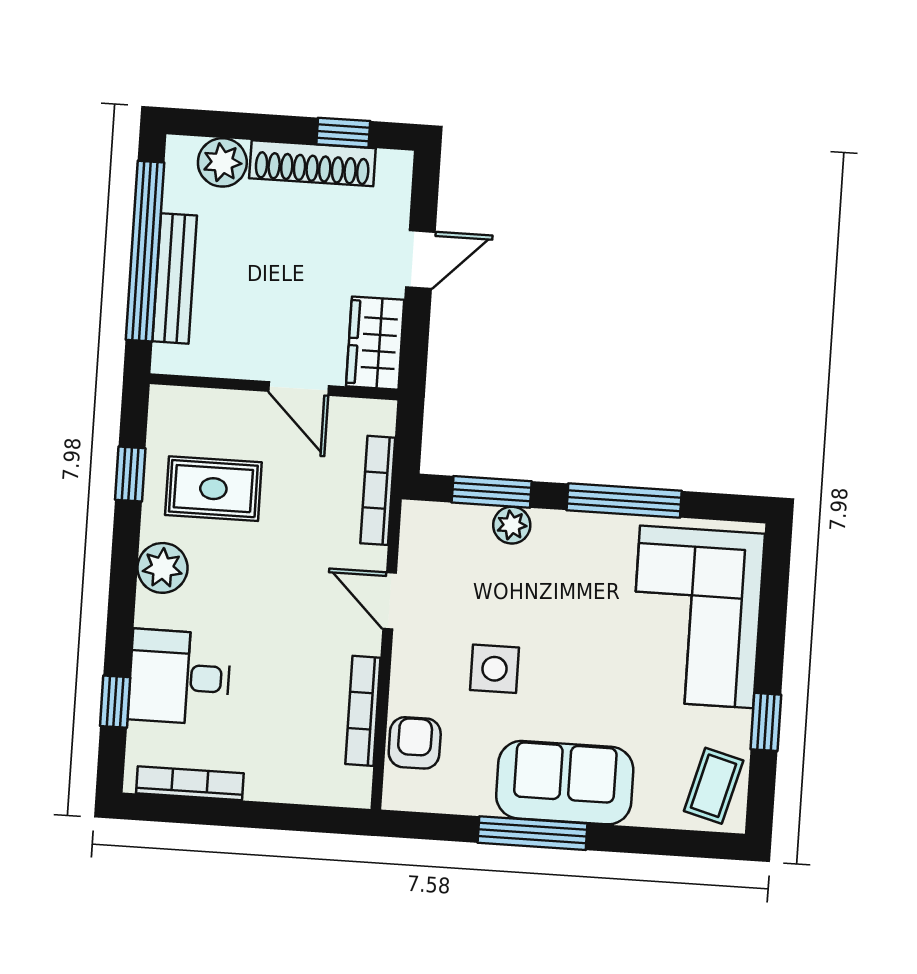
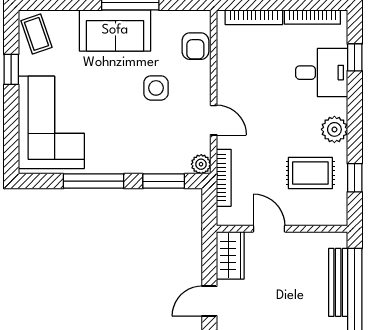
plant: (512, 525) -> (201, 164), moved
bookcase: (363, 711) -> (254, 17), moved, turned 90
coffee table: (714, 786) -> (36, 34), turned -34

